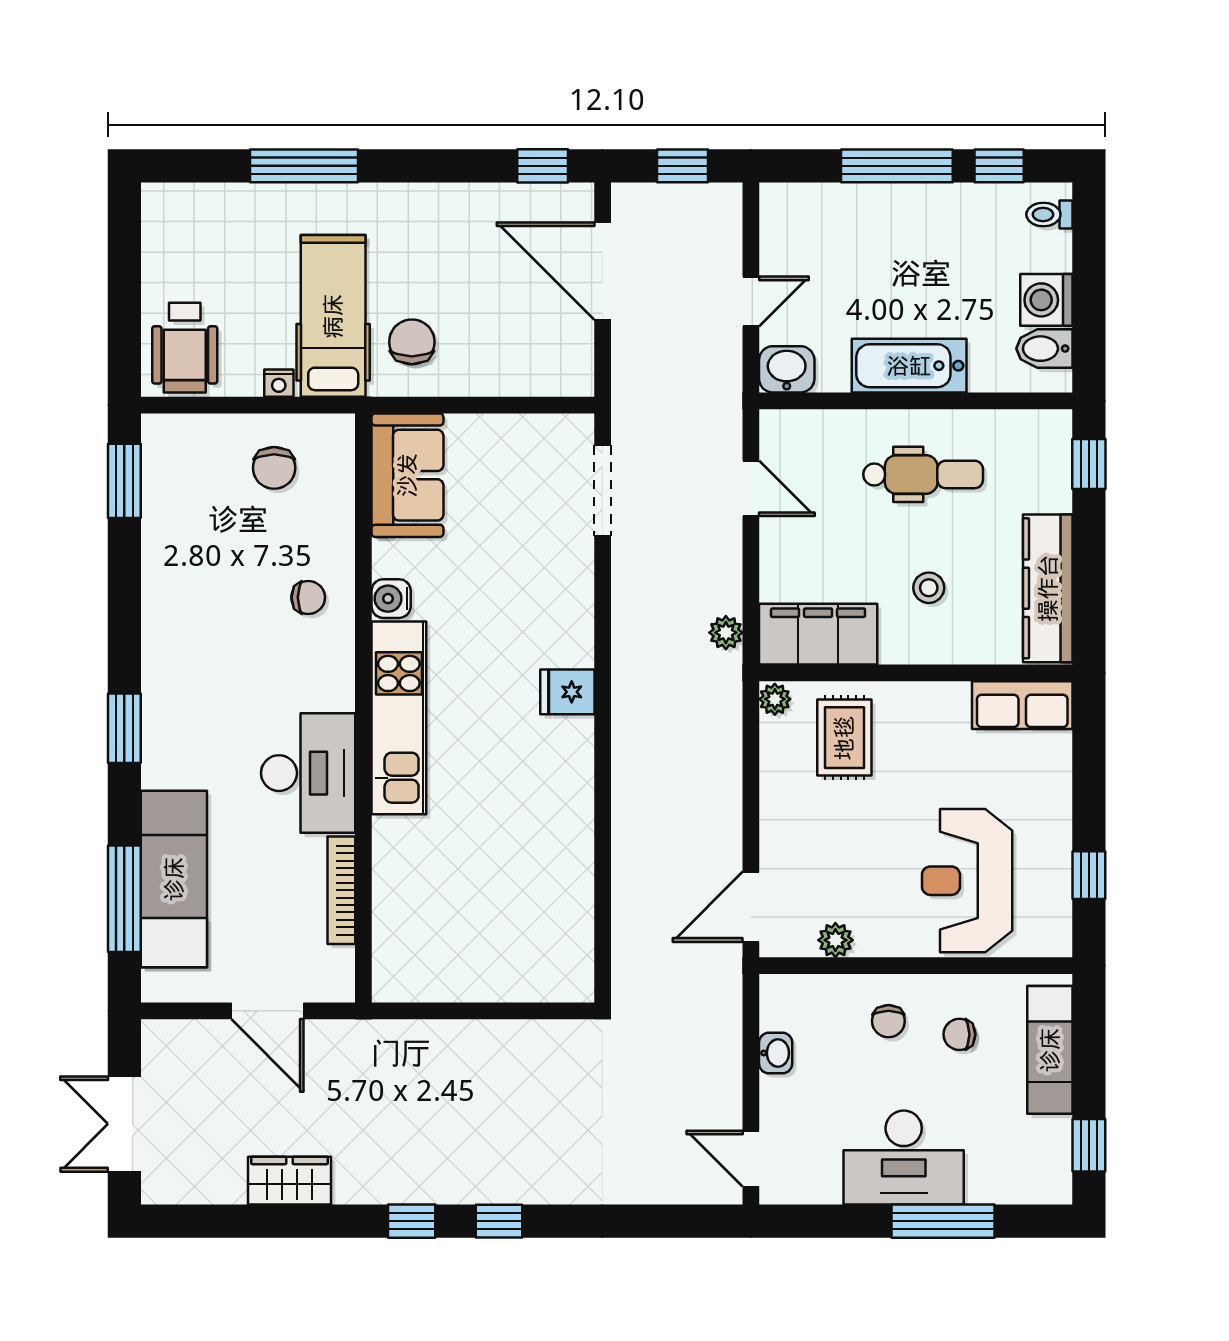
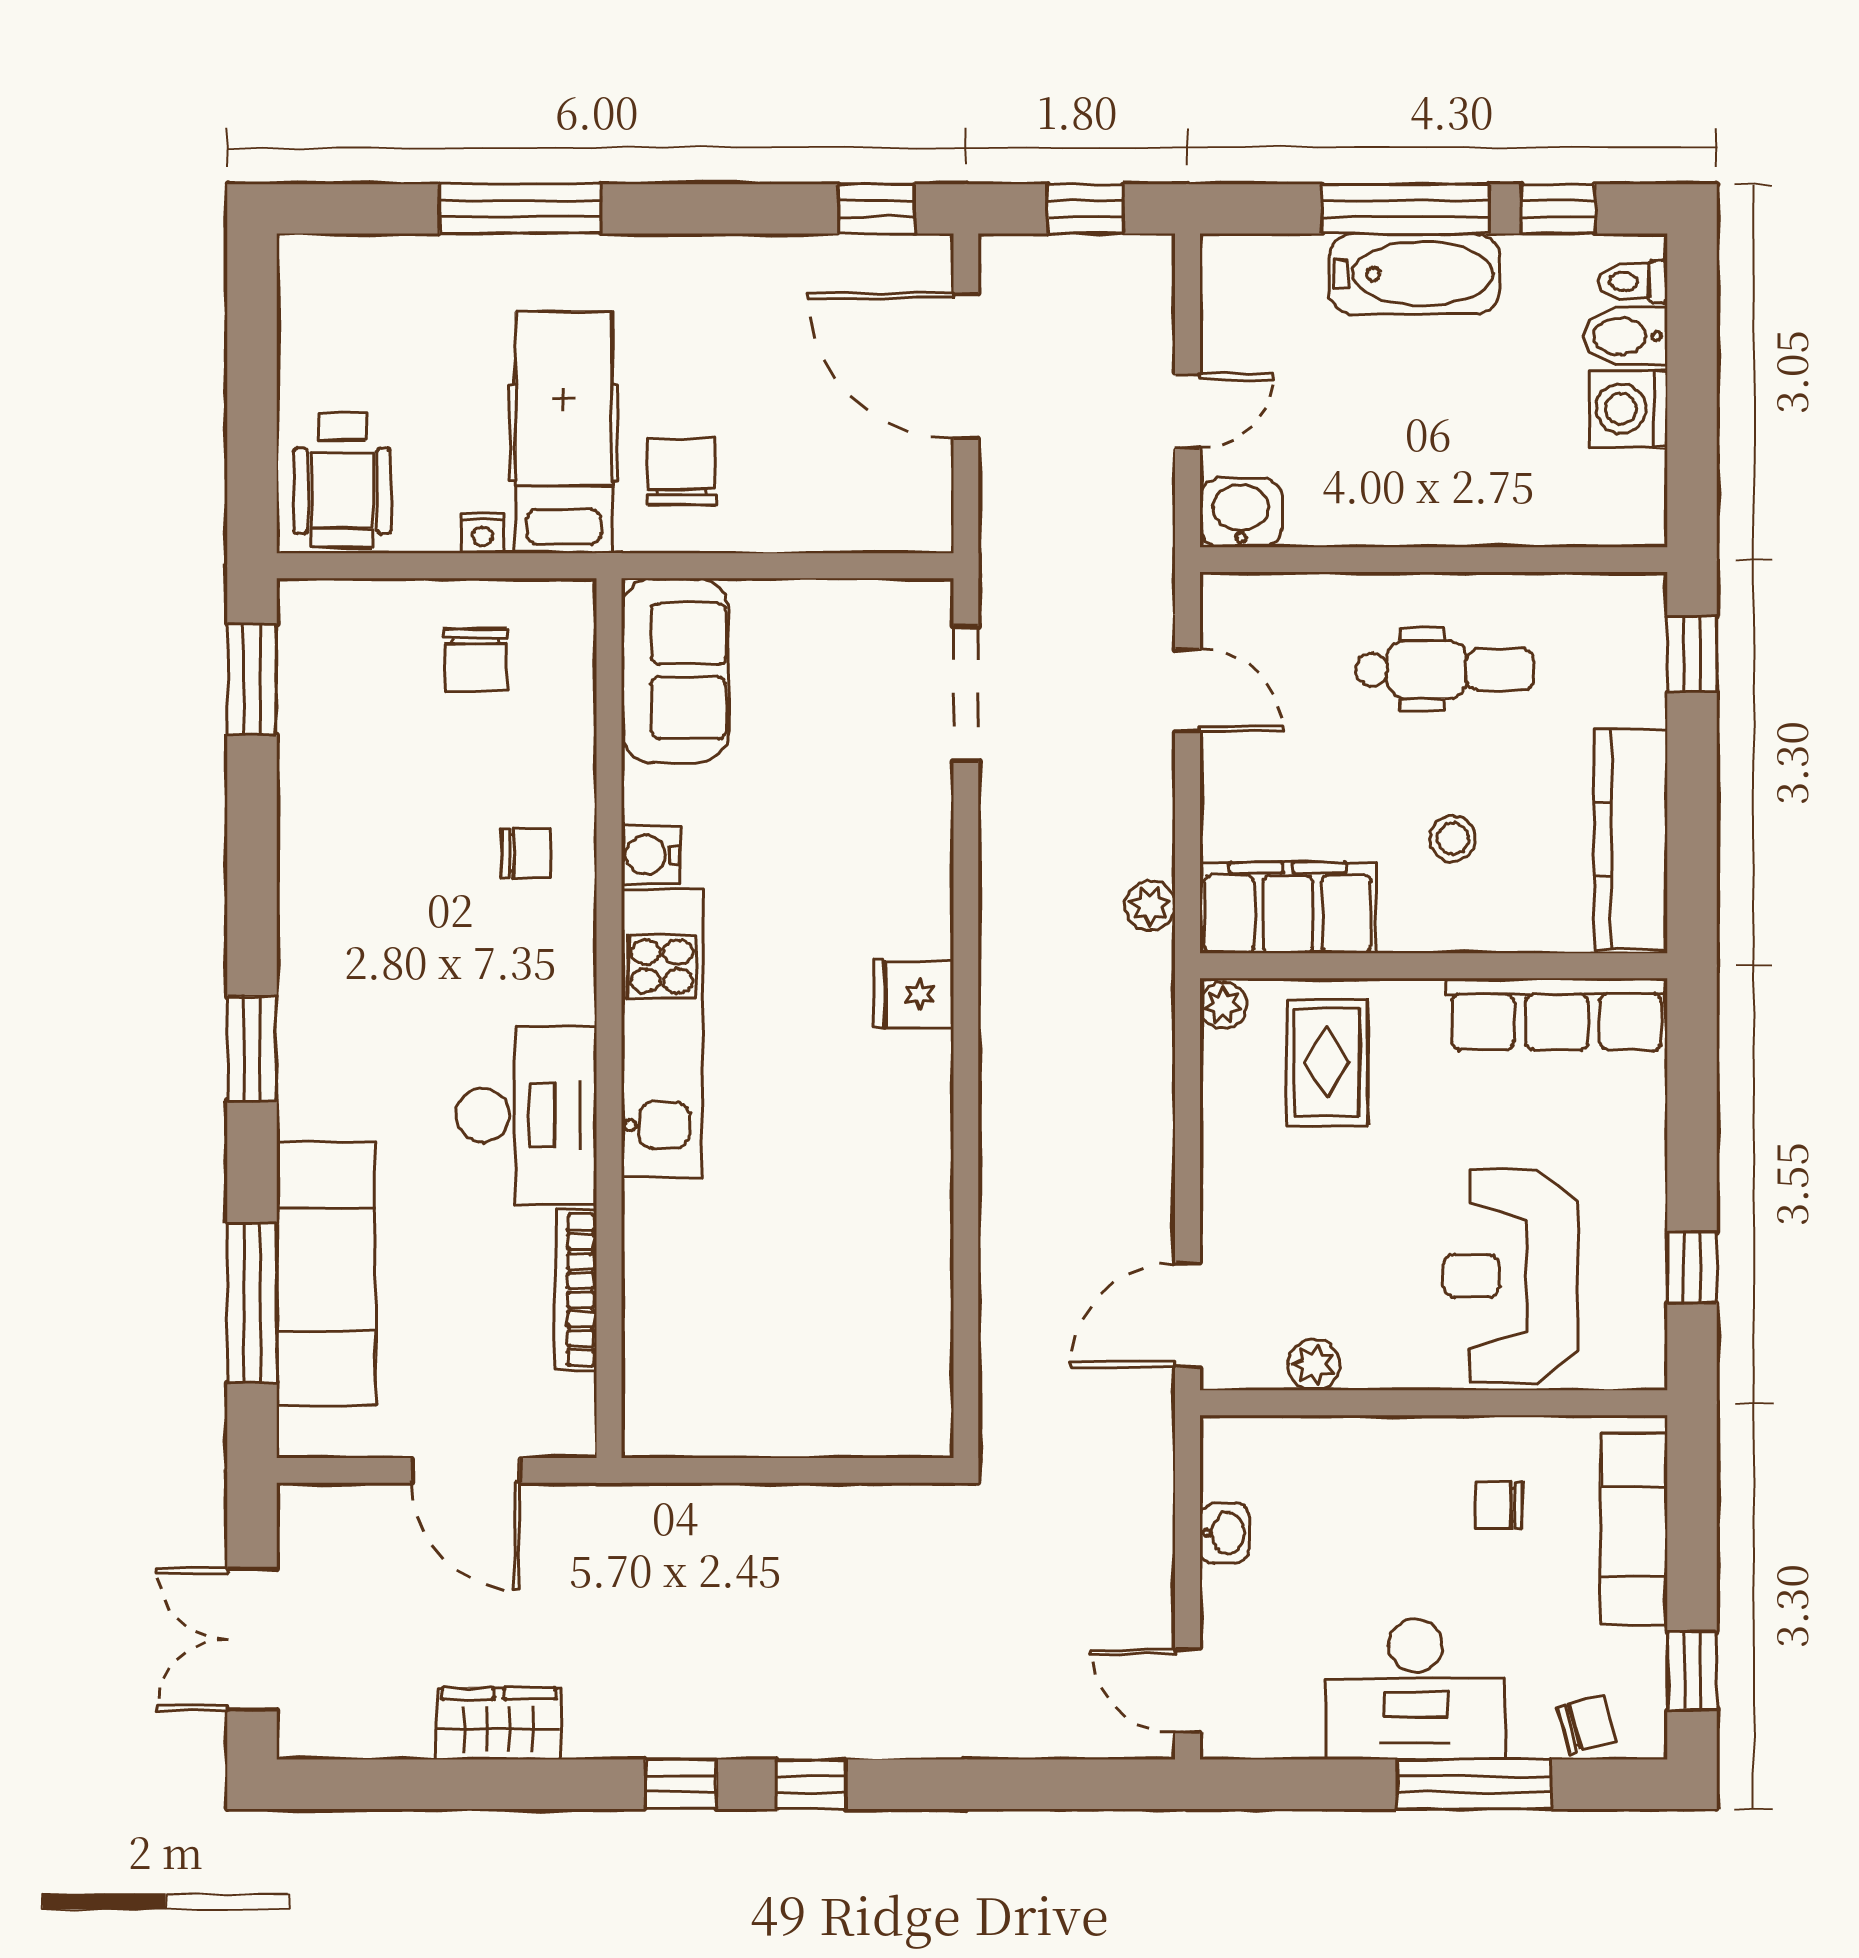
bidet: (1044, 349) -> (1626, 336), moved
bathtub: (909, 366) -> (1414, 274), moved, turned 180
row of seats: (1022, 705) -> (1557, 1014), width x1.48
chair: (888, 1021) -> (1587, 1724), moved, turned -105

